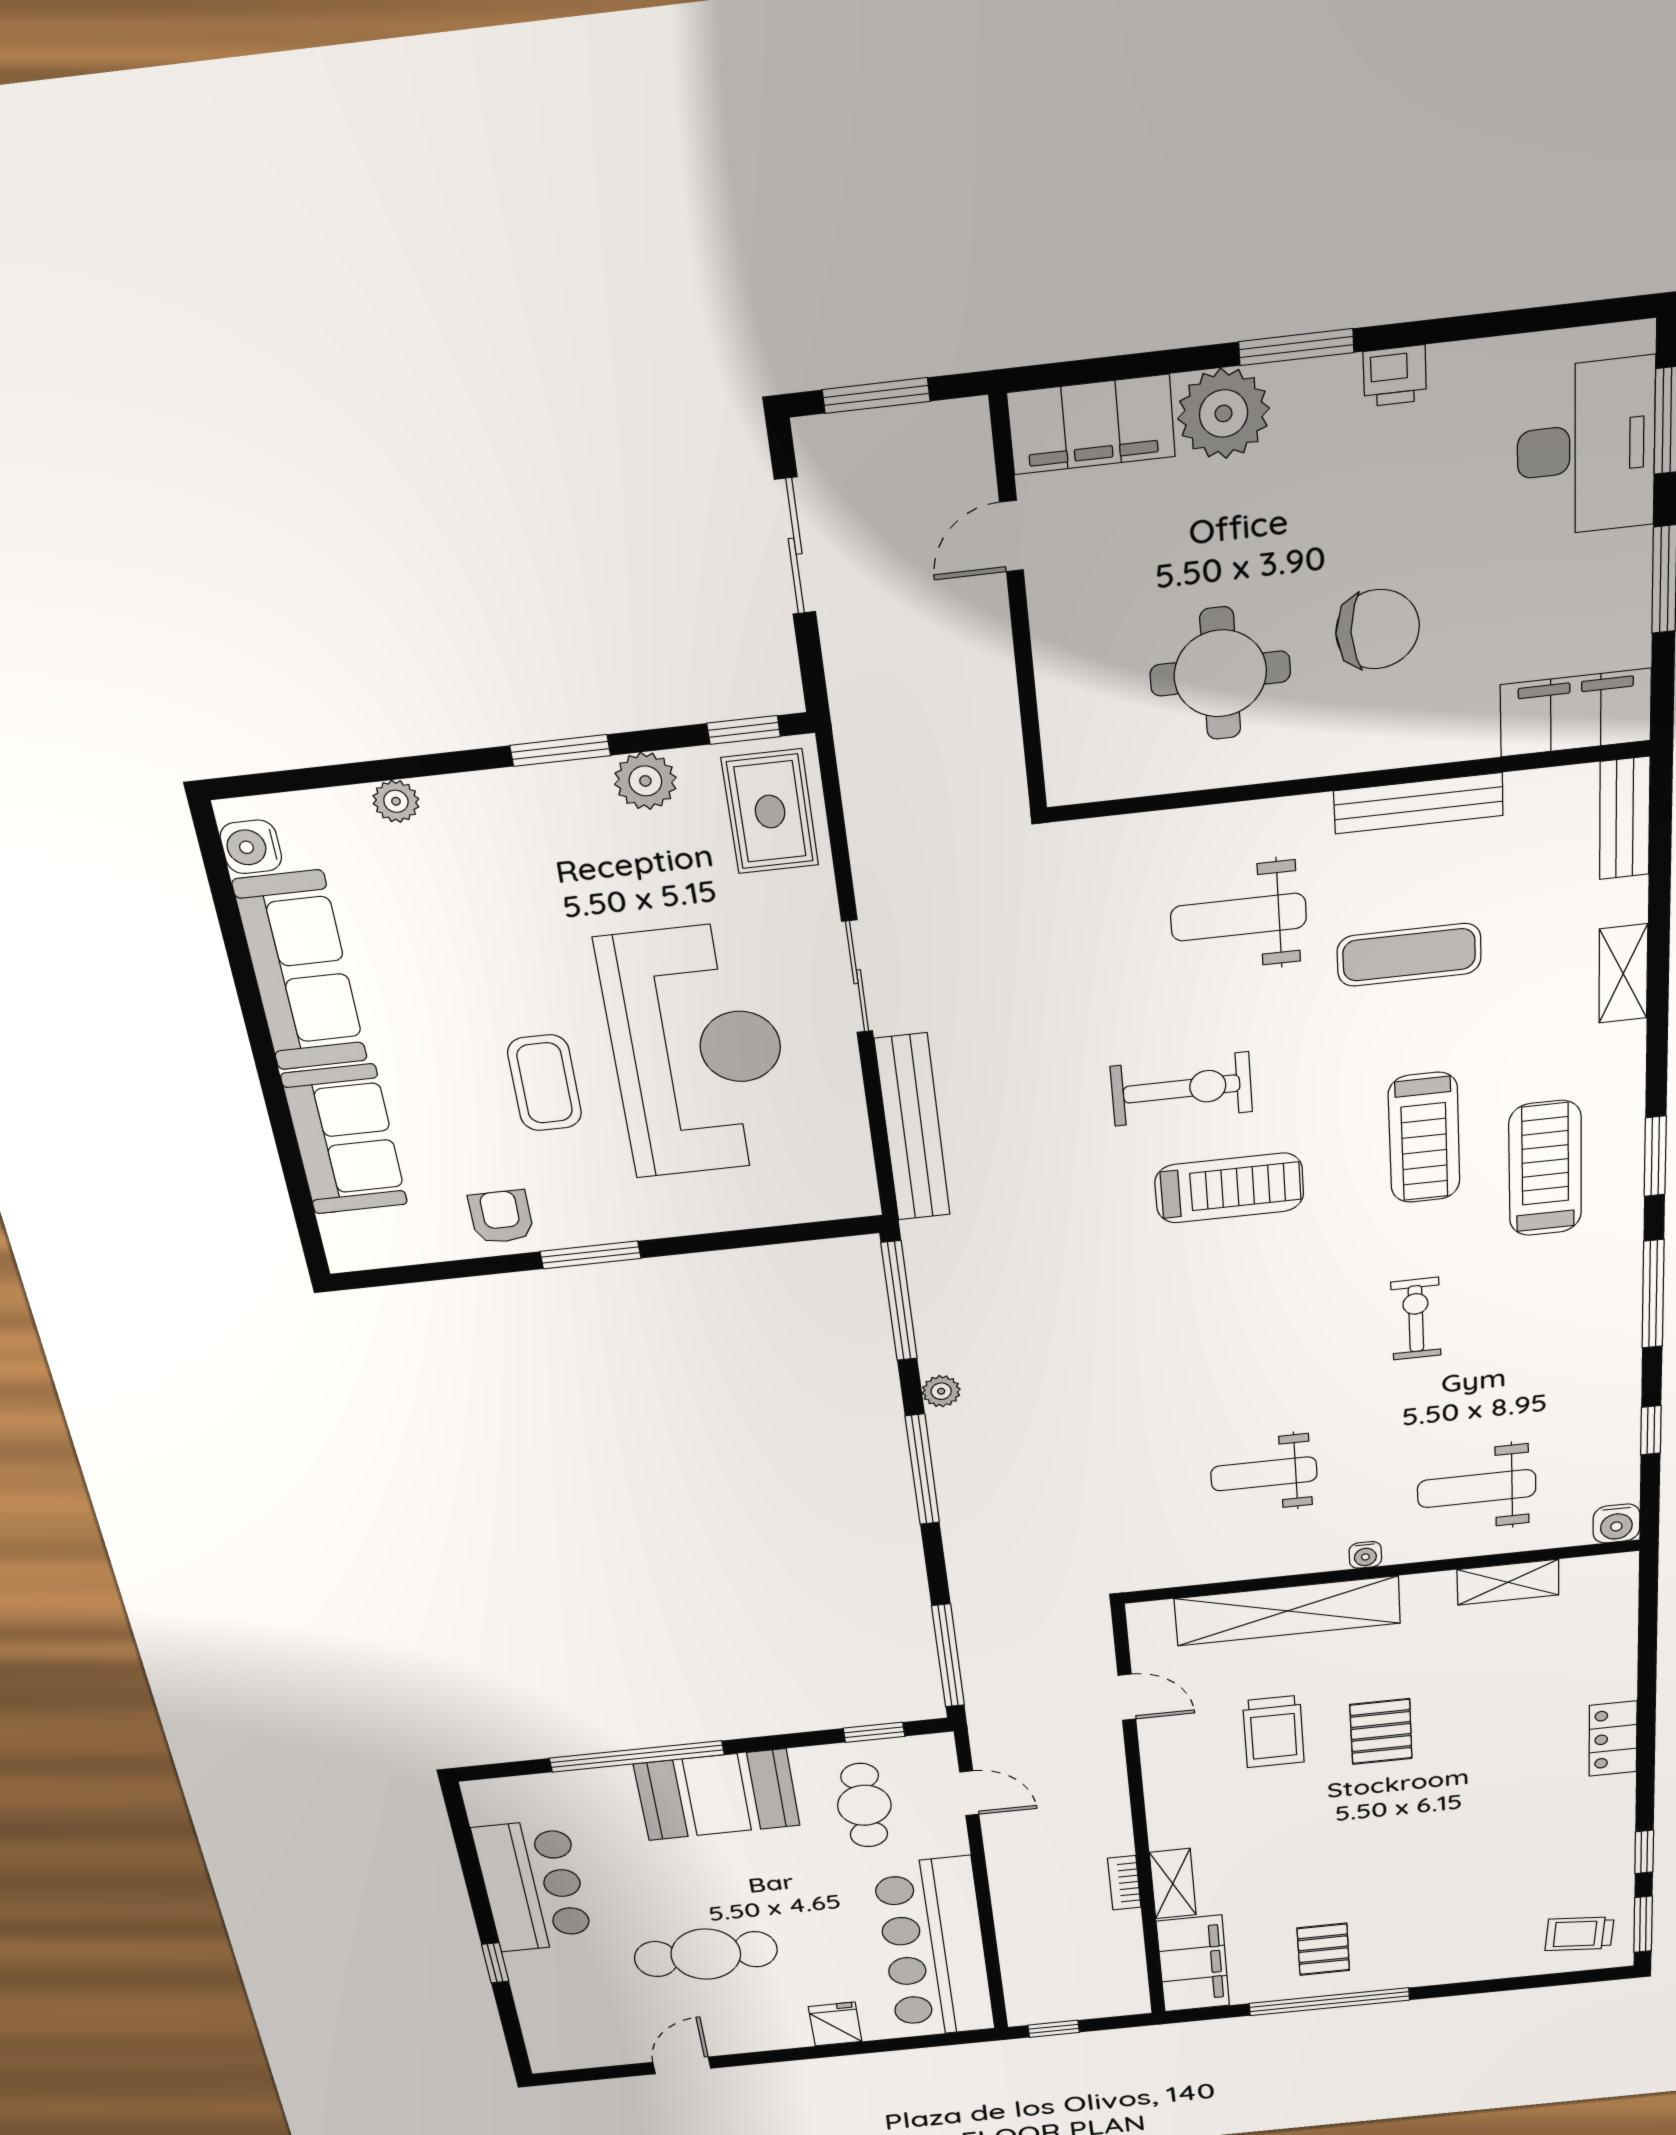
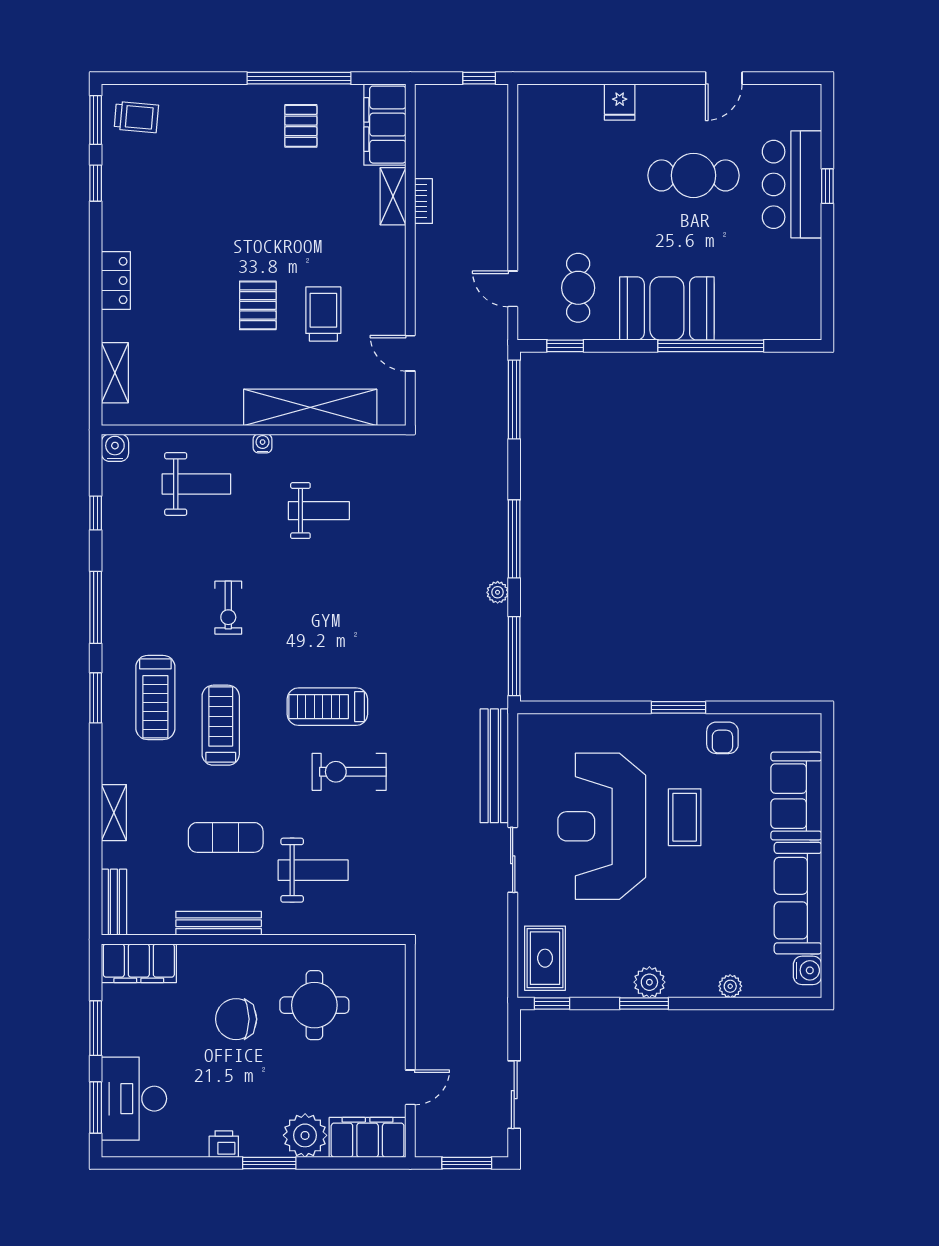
plant: (645, 781) -> (649, 982), moved
shelving: (1508, 1582) -> (115, 373), moved, turned 90
bar counter: (533, 1886) -> (792, 184), moved
bar counter: (934, 1948) -> (548, 161), removed

